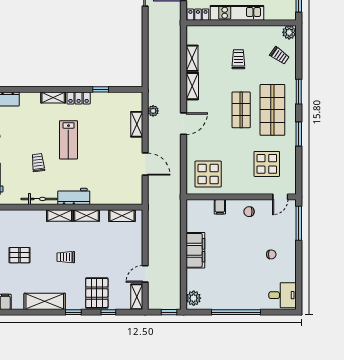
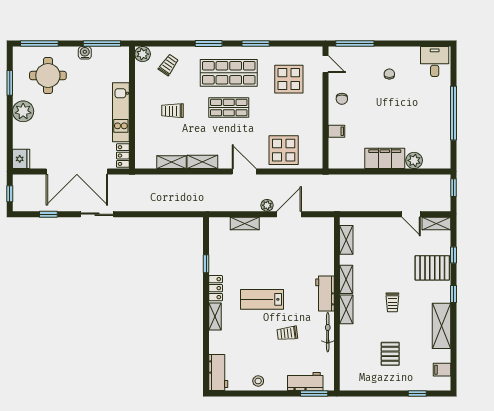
plant: (153, 111) -> (267, 205), moved
lab bench: (68, 140) -> (262, 299), turned 180
display table: (208, 174) -> (284, 150), moved
plant: (194, 298) -> (414, 160), moved

